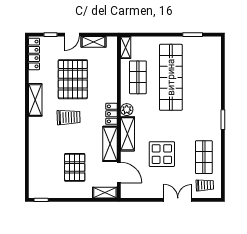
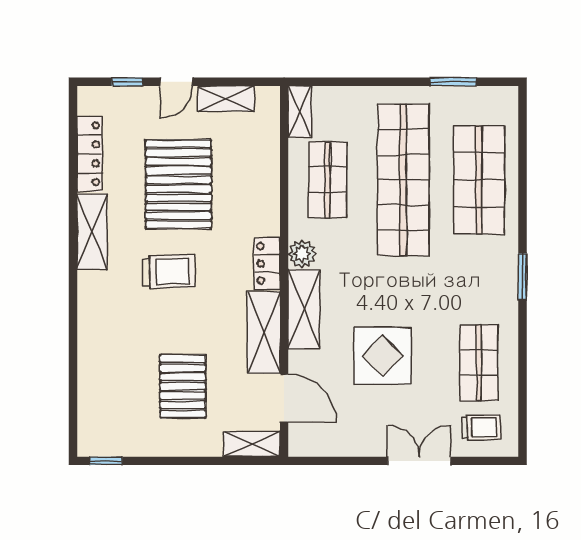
locker: (34, 54) -> (90, 154), moved
shop shelf: (204, 77) -> (479, 180), added

